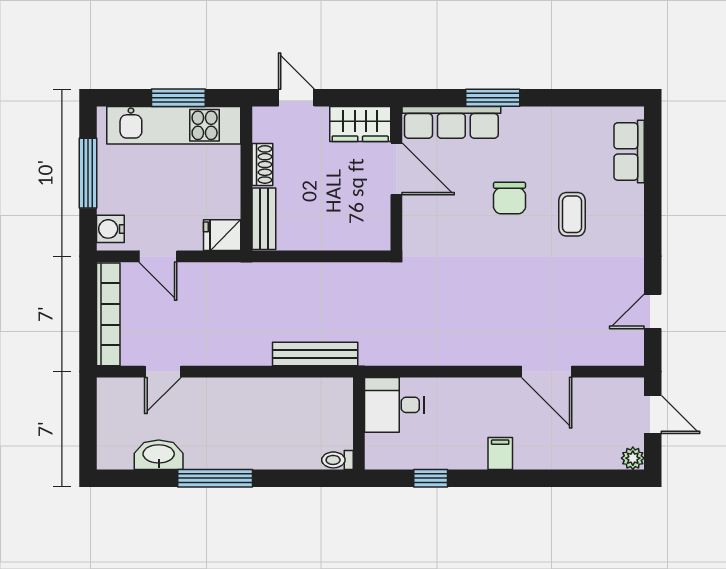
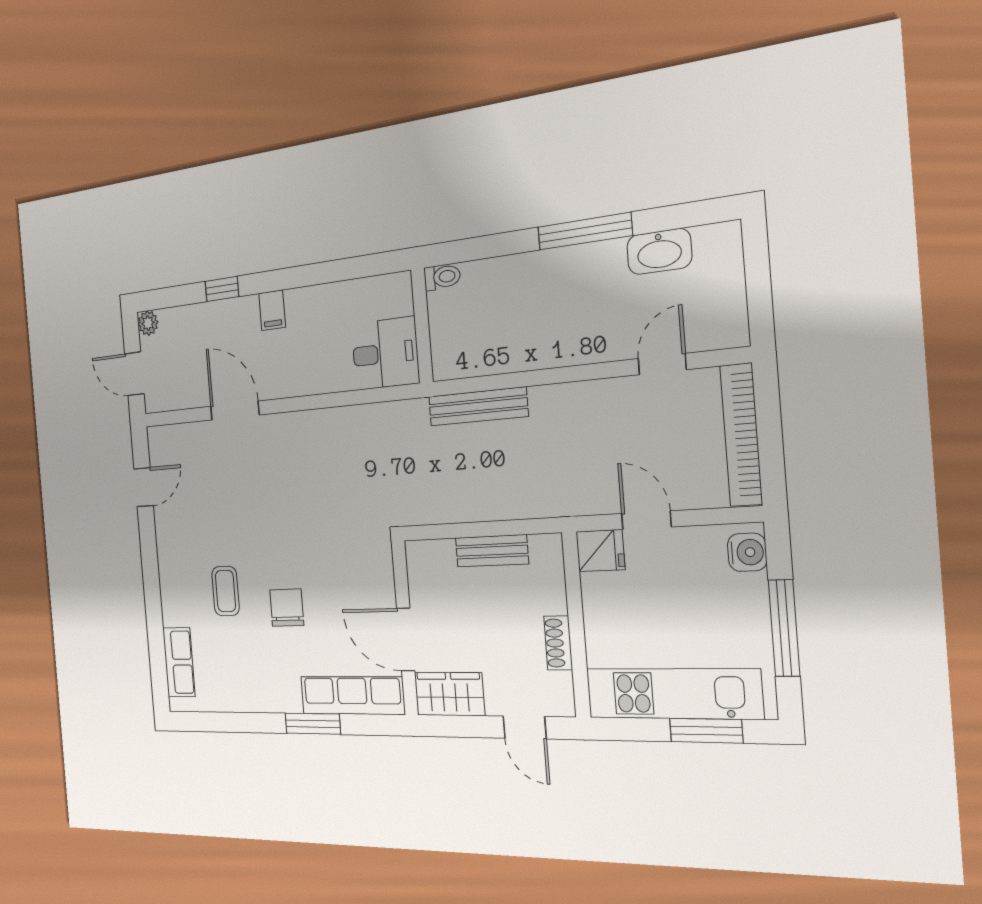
window: (178, 98) -> (706, 731), moved
bench: (264, 219) -> (492, 551), moved, turned 90
door: (158, 256) -> (646, 520), moved
window: (431, 478) -> (222, 289), moved

